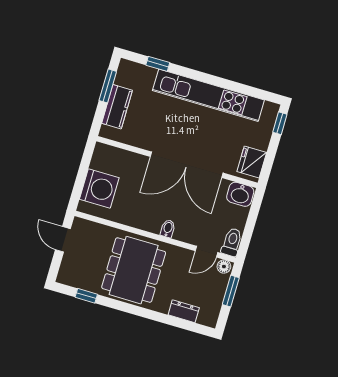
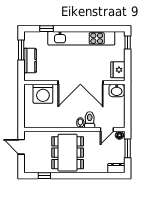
washing machine: (99, 188) -> (43, 94), moved, turned 90
toilet: (232, 242) -> (90, 120), moved
dresser: (184, 311) -> (116, 168), moved

